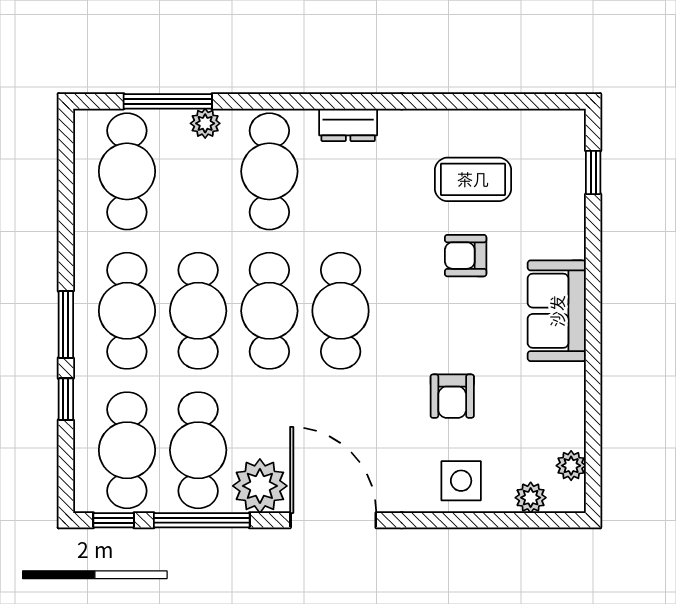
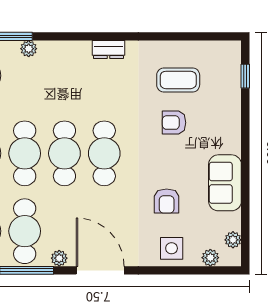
cafe table: (269, 171) -> (64, 76), removed
sofa: (557, 311) -> (225, 183), moved
plant: (260, 486) -> (59, 258), width x0.53, depth x0.53

